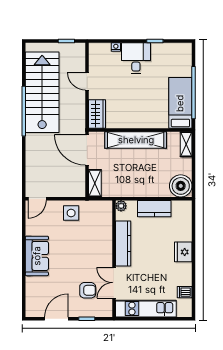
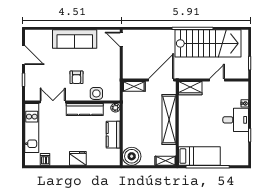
side table: (71, 213) -> (96, 93), moved
sofa: (37, 256) -> (75, 39), width x1.36
armchair: (88, 290) -> (76, 77), moved

